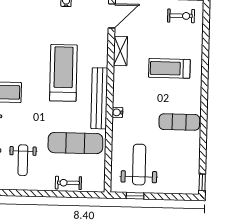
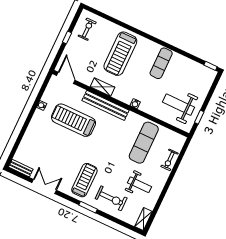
shelving: (120, 51) -> (102, 87), moved
treadmill: (169, 68) -> (120, 54), width x1.37, depth x1.38
treadmill: (63, 73) -> (73, 120), moved
bench: (99, 98) -> (106, 105), moved

